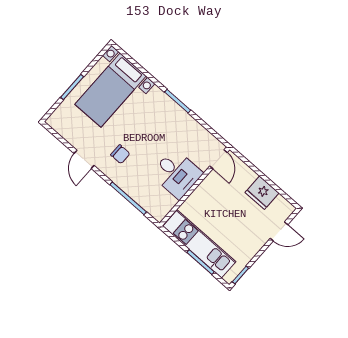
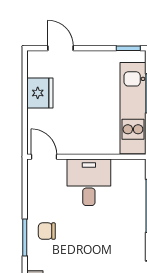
chair: (120, 154) -> (47, 231), moved, turned -90
door: (218, 159) -> (44, 157), hinge flipped

